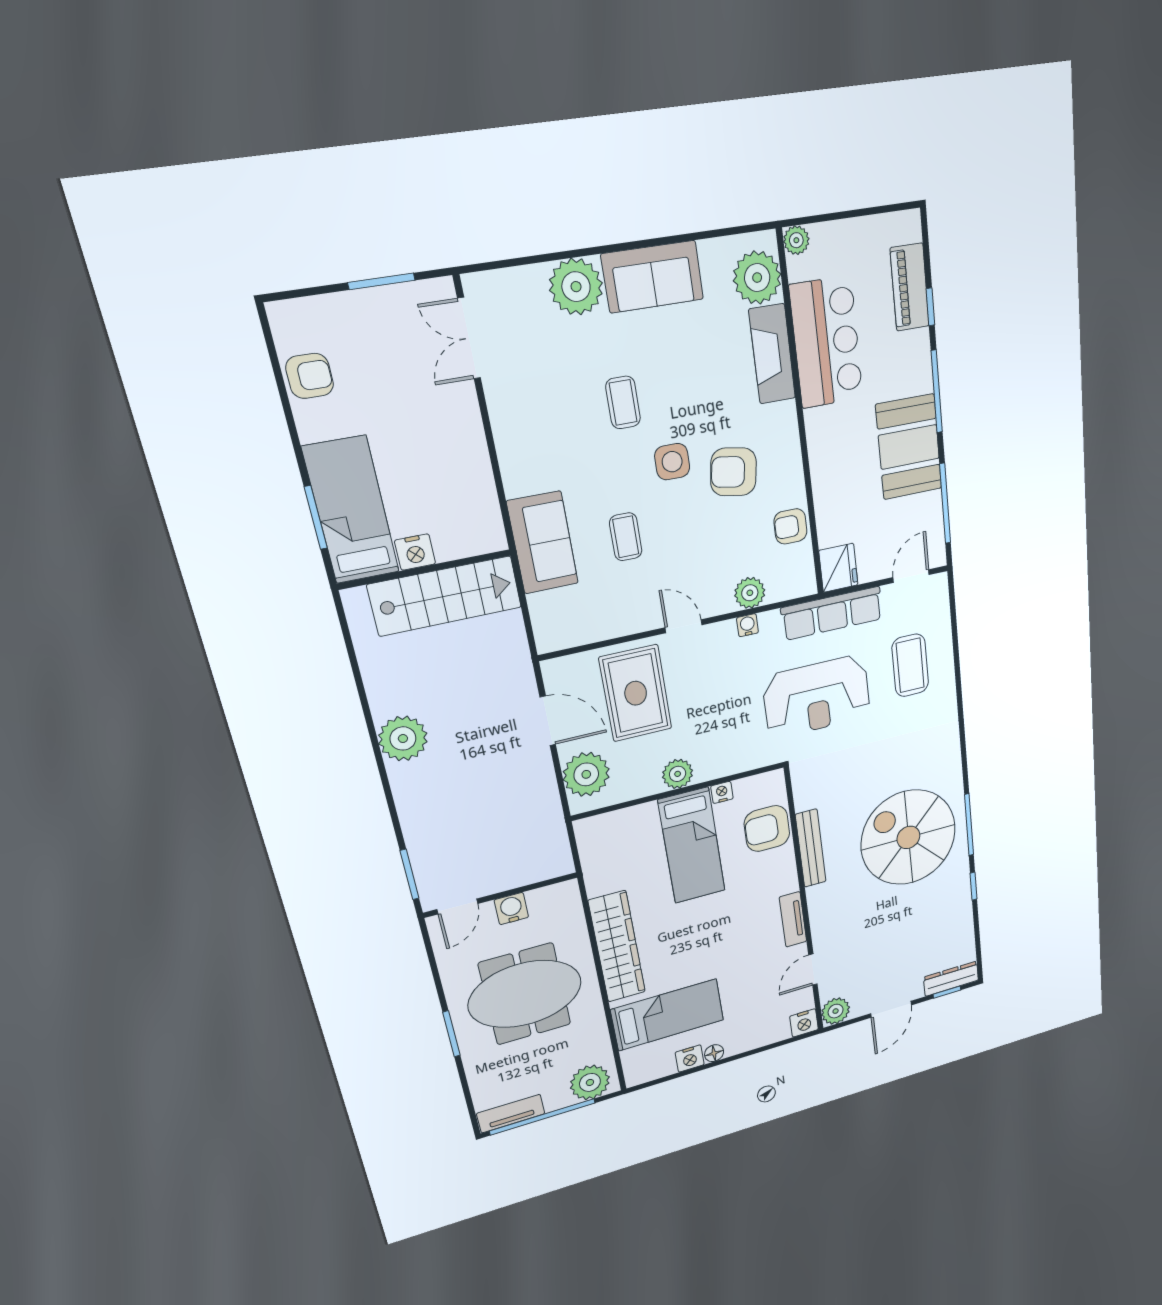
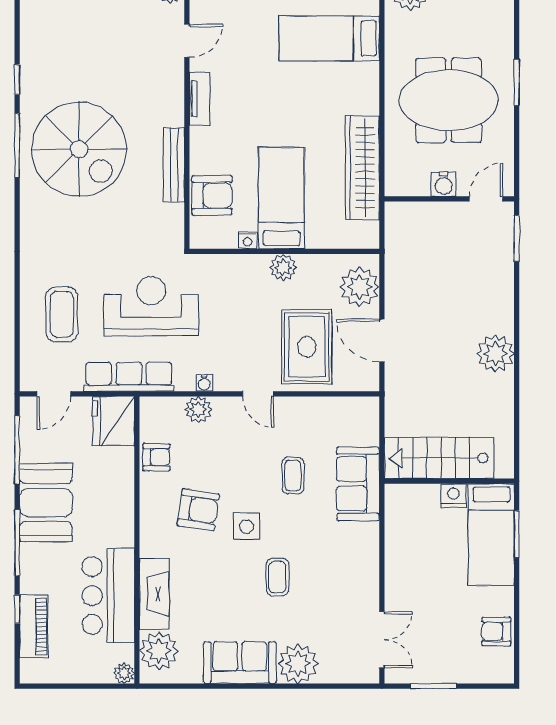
fridge: (838, 568) -> (113, 421), width x1.36, depth x1.34
wardrobe: (617, 947) -> (362, 168), moved

